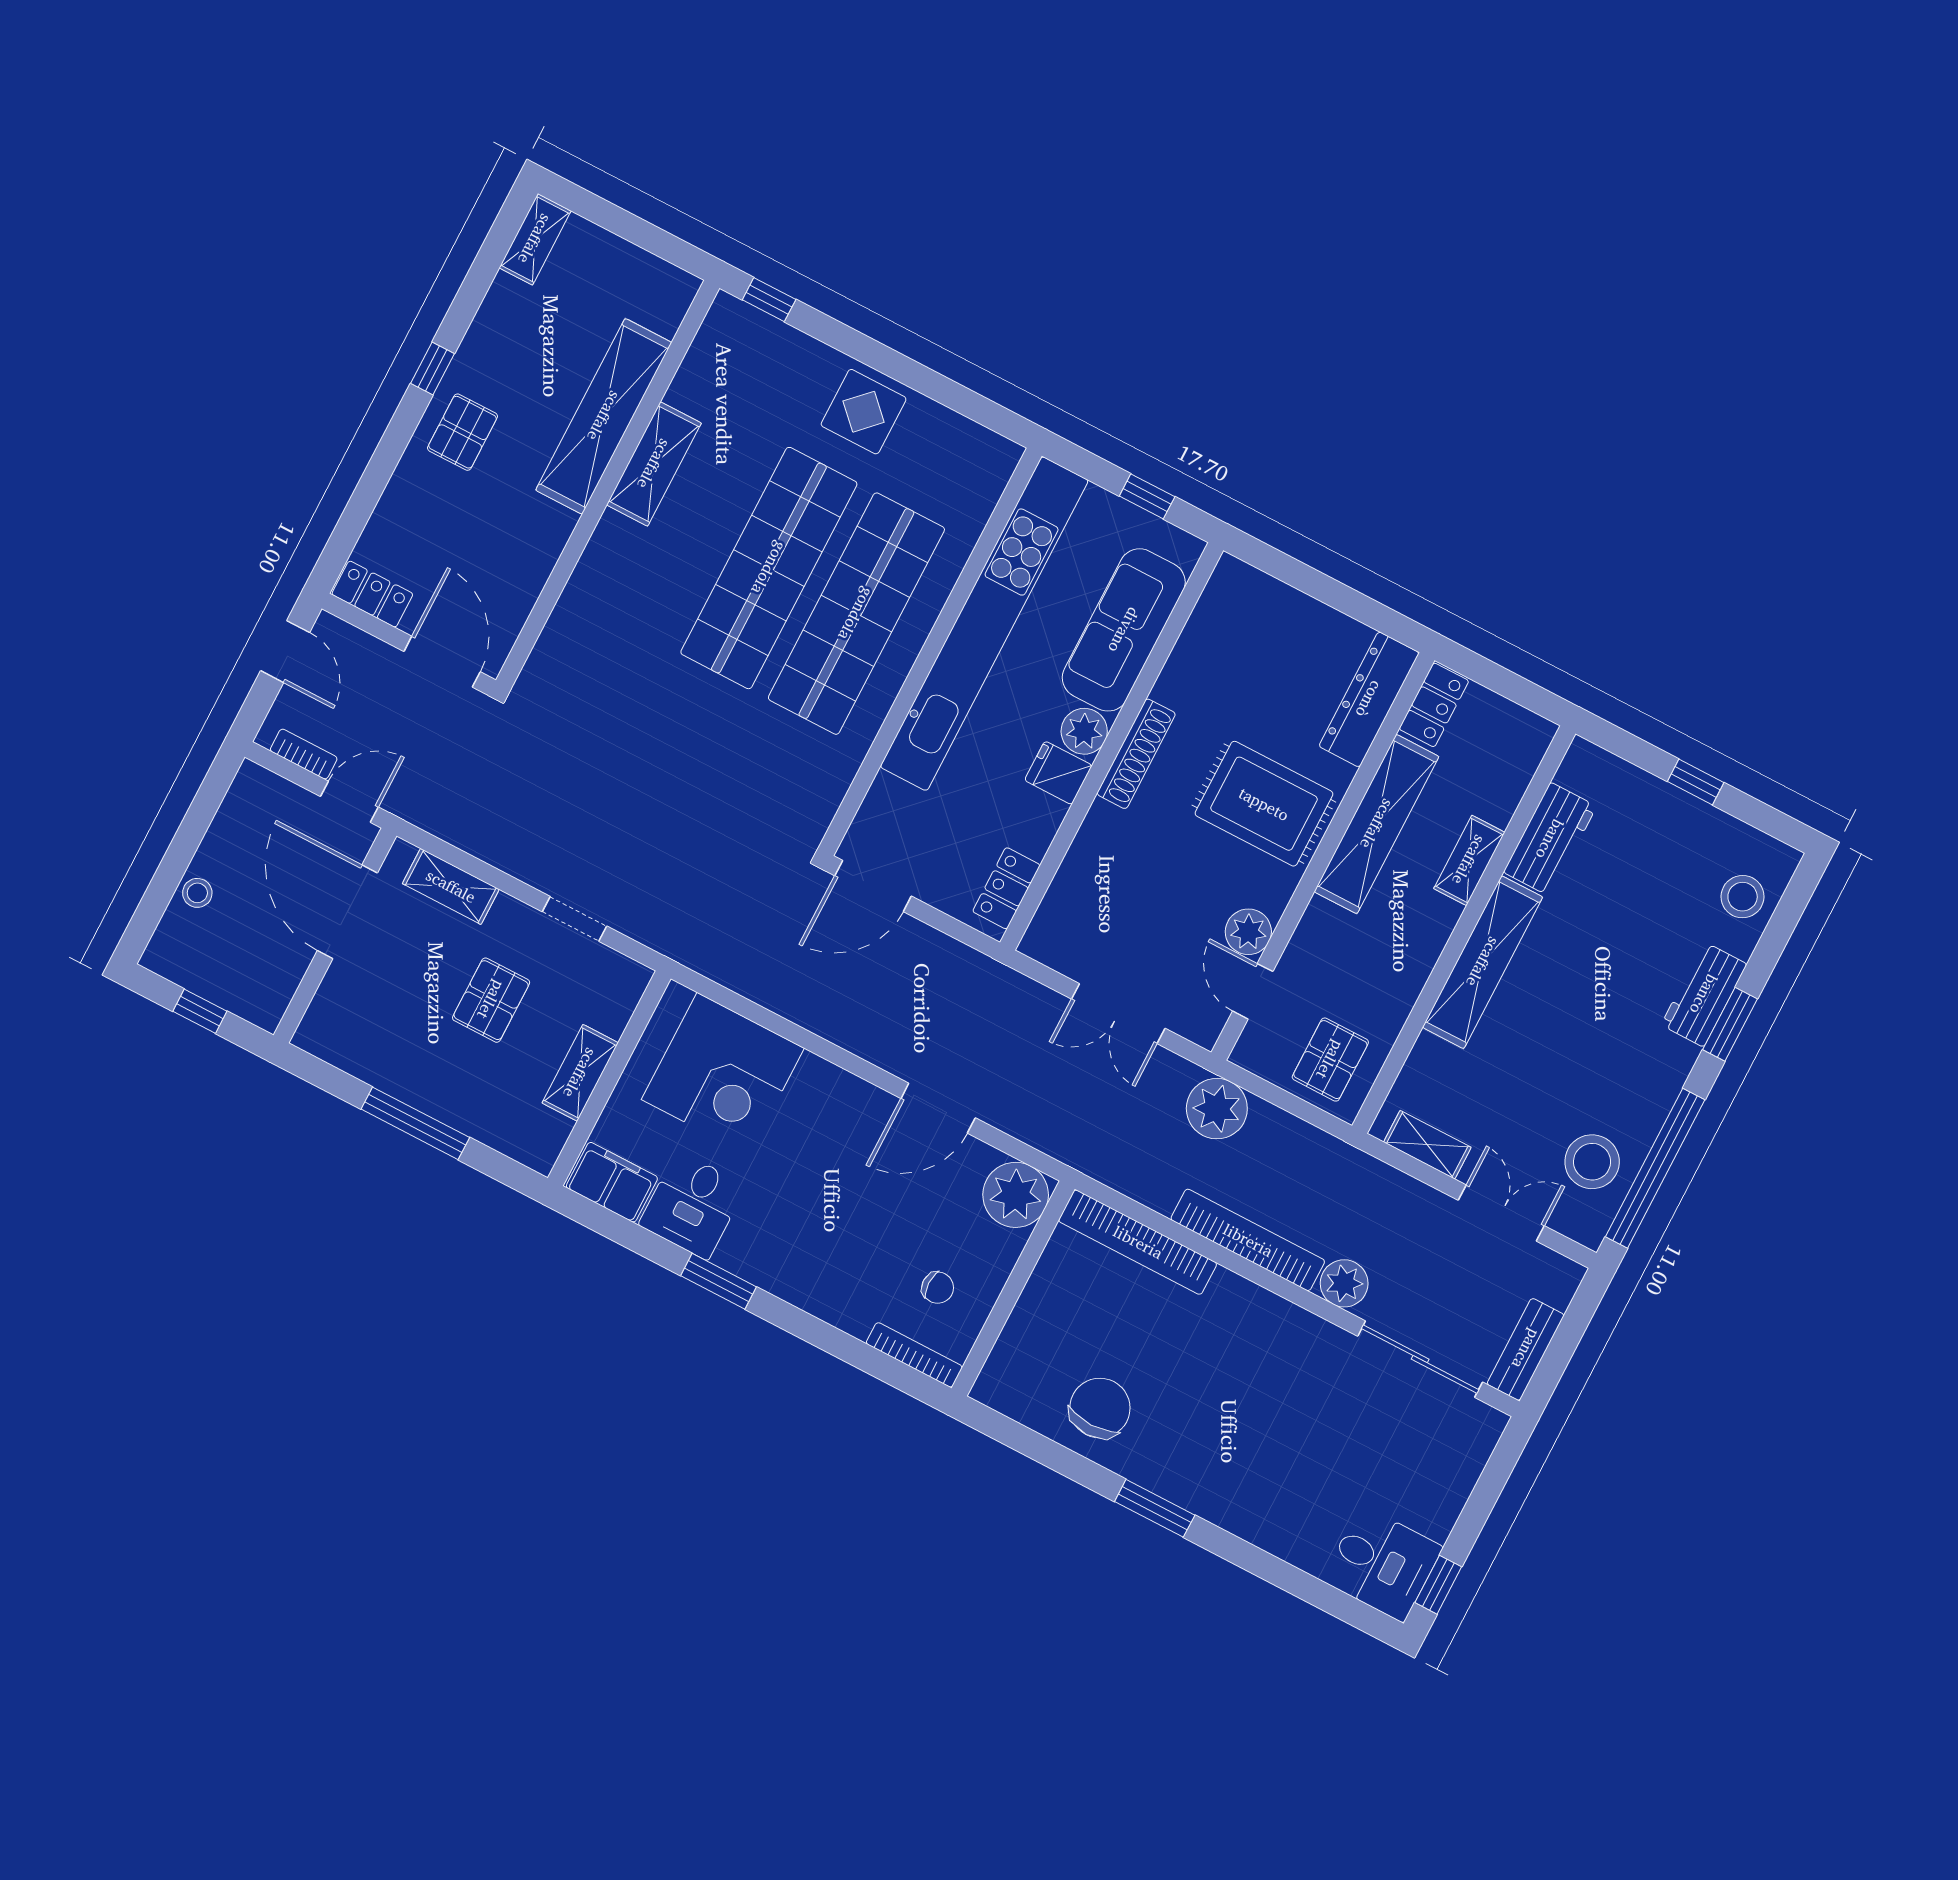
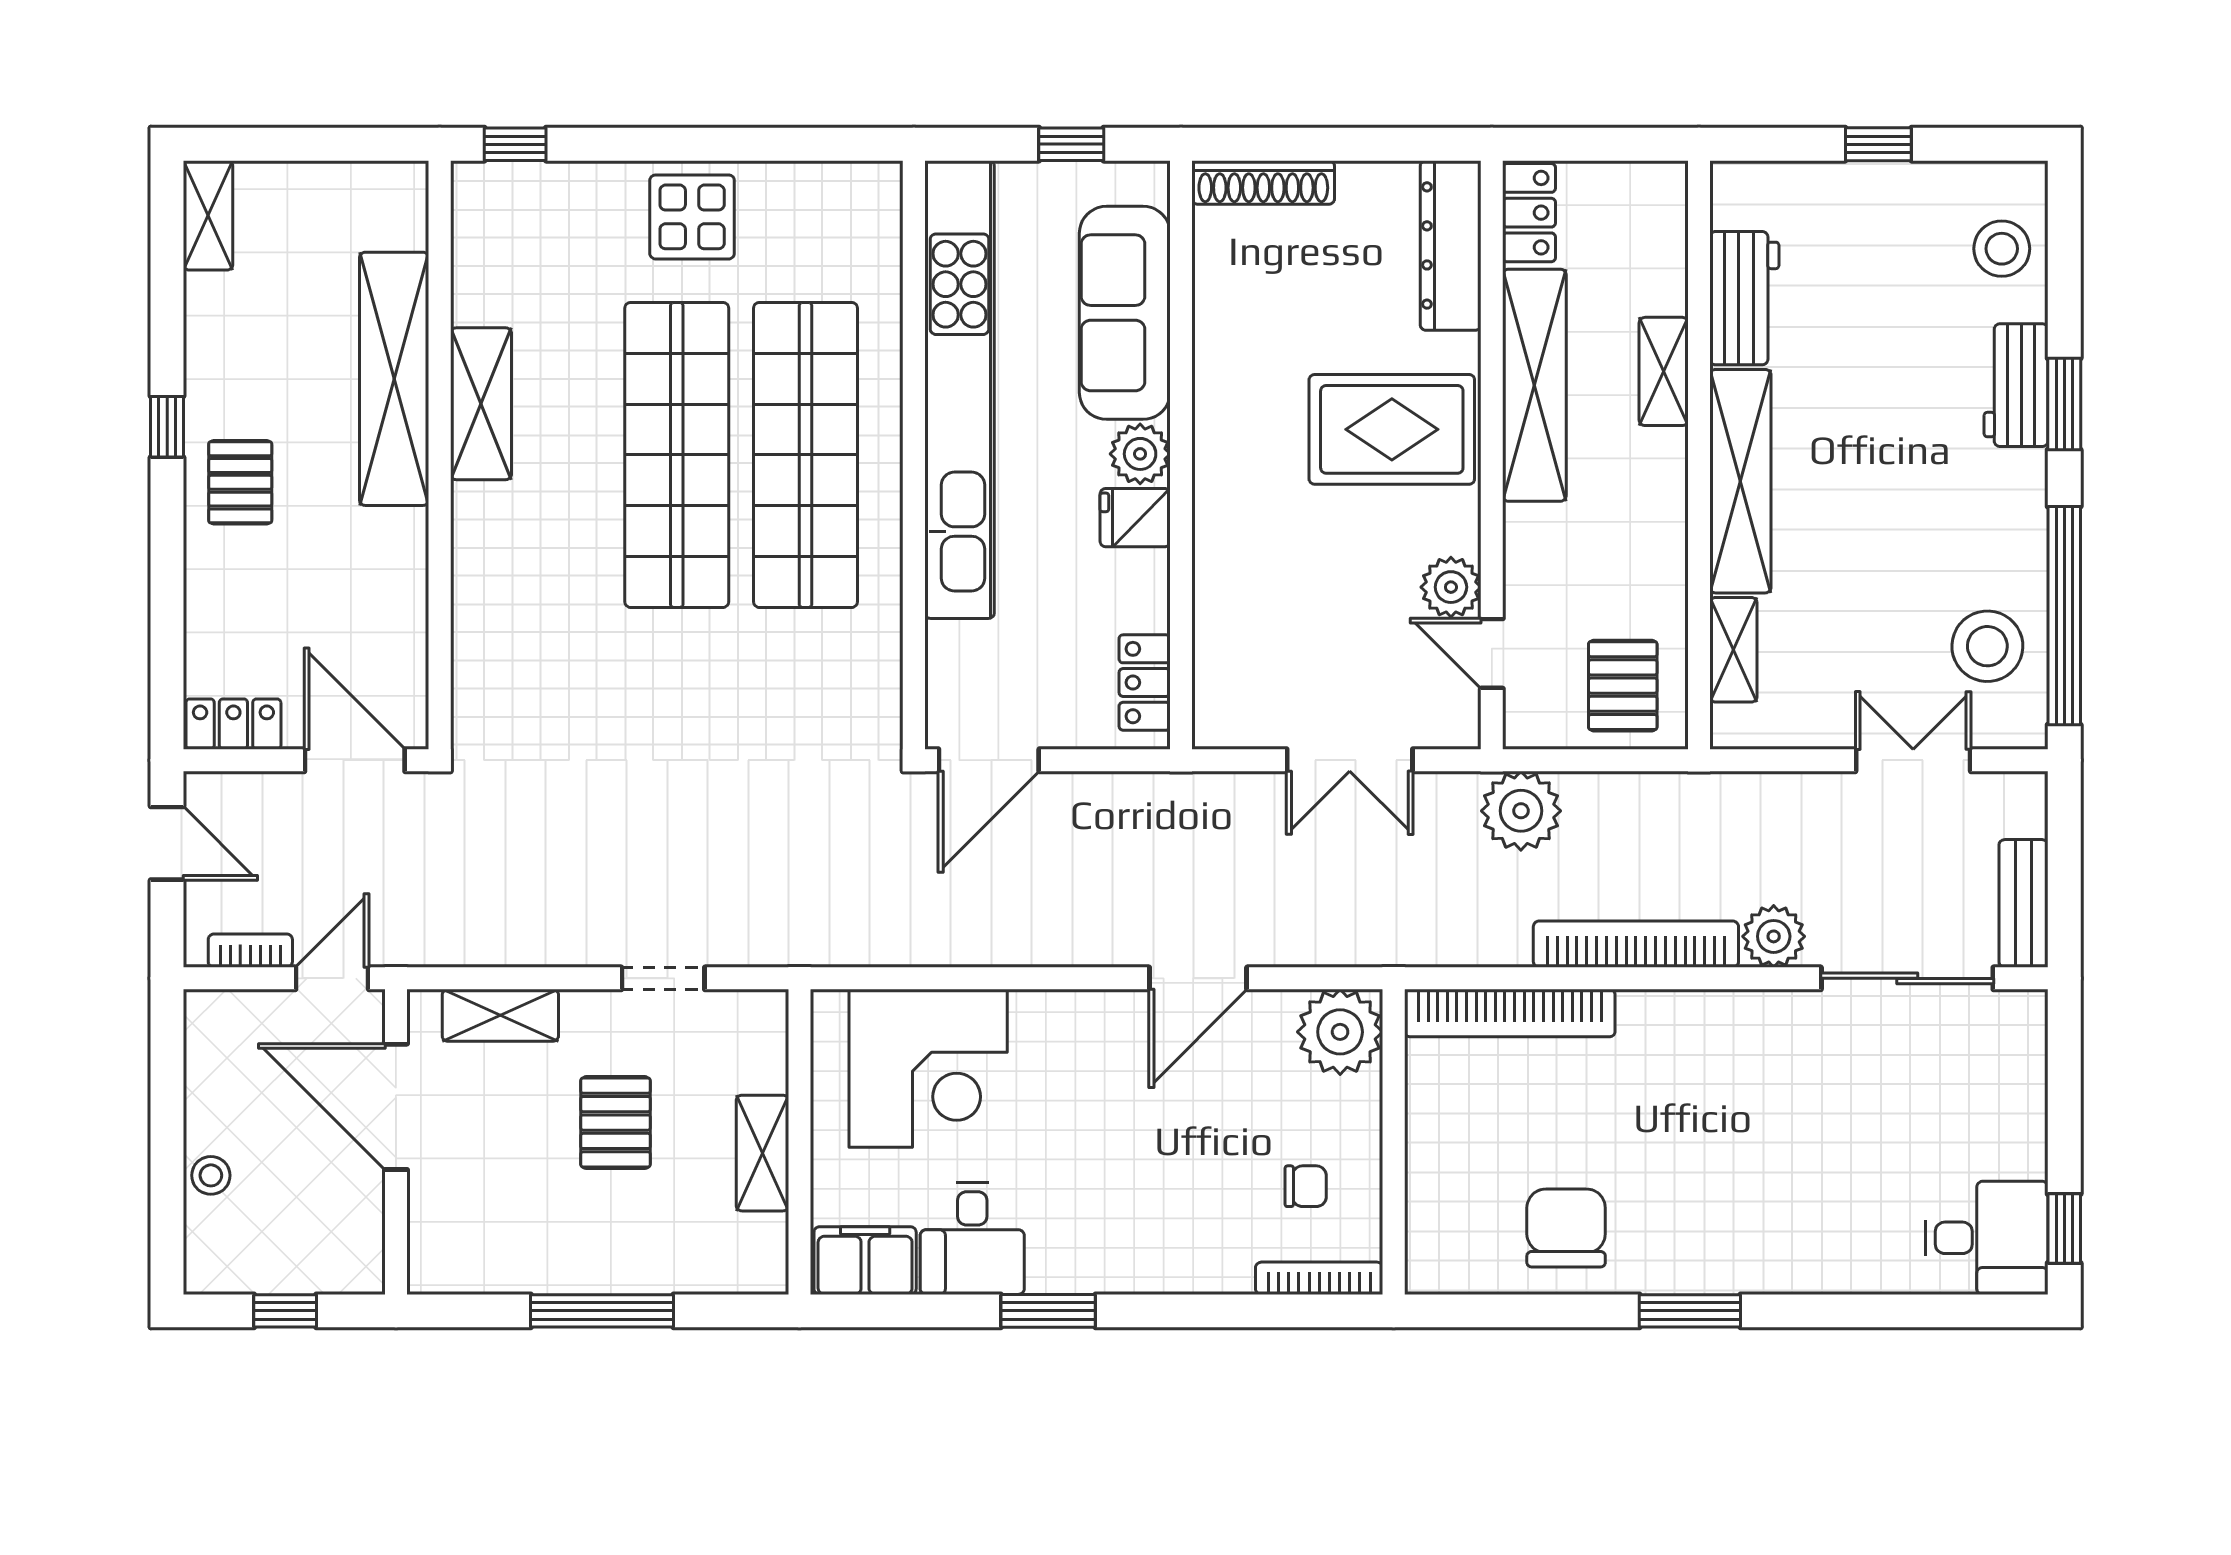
shoe rack: (1136, 754) -> (1263, 182), moved, turned 90
shelving: (1427, 1145) -> (1733, 650), moved, turned 90

